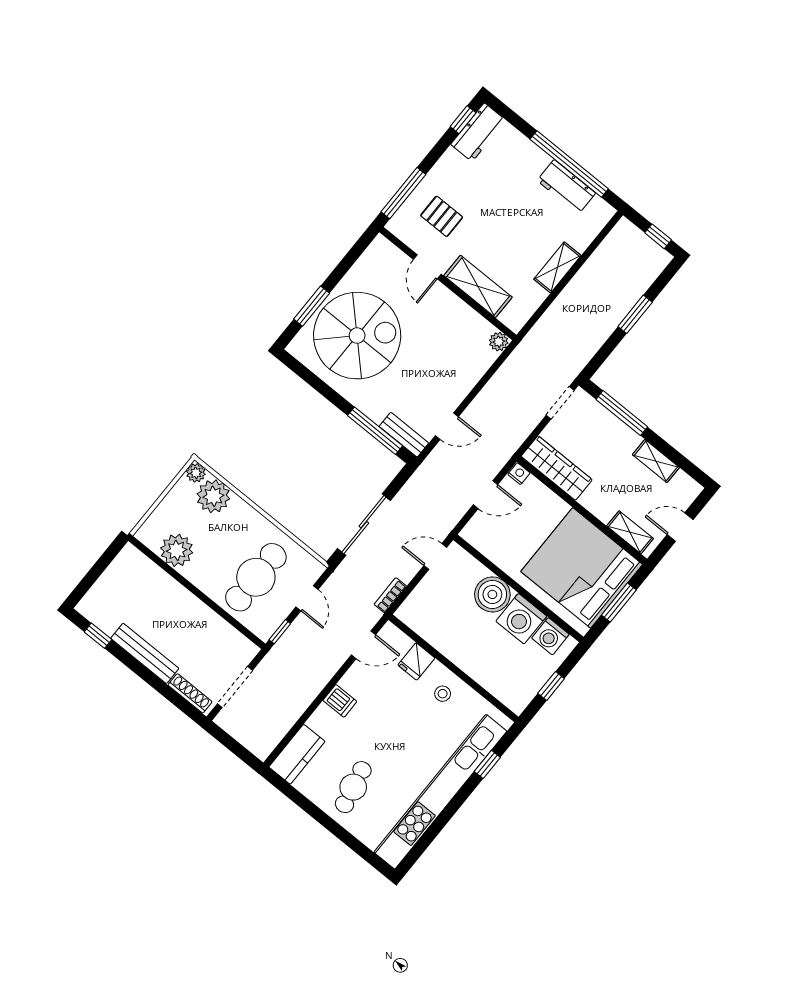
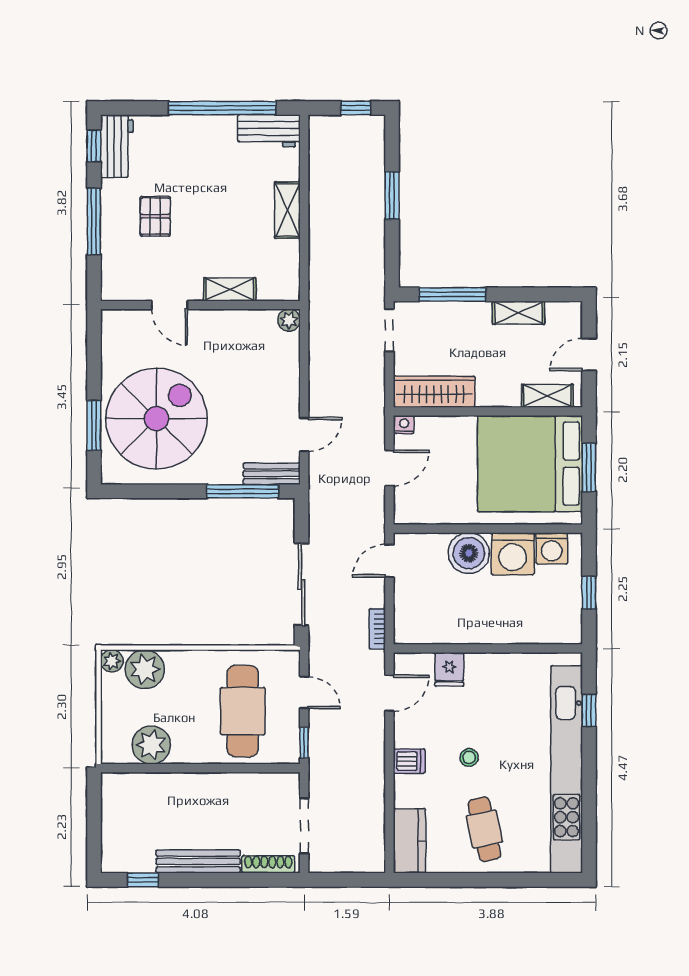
workbench: (566, 187) -> (269, 131), moved
window: (403, 193) -> (94, 221), moved
pallet: (442, 216) -> (155, 216), moved, turned 90
shelving: (478, 286) -> (230, 289), width x0.67, depth x0.75
stool: (443, 694) -> (469, 758), moved

